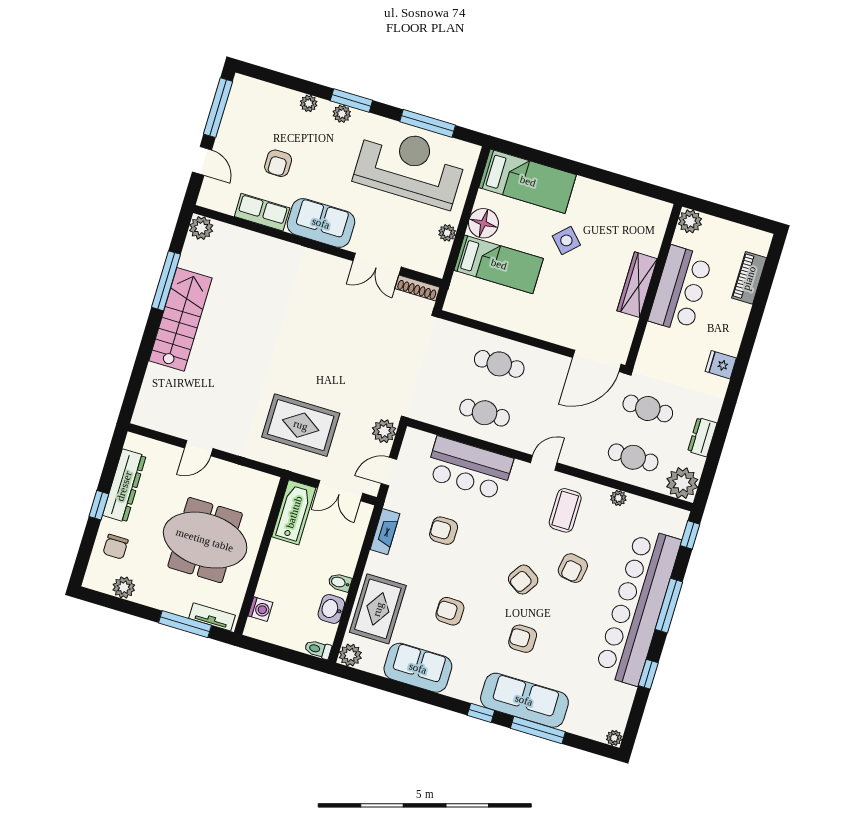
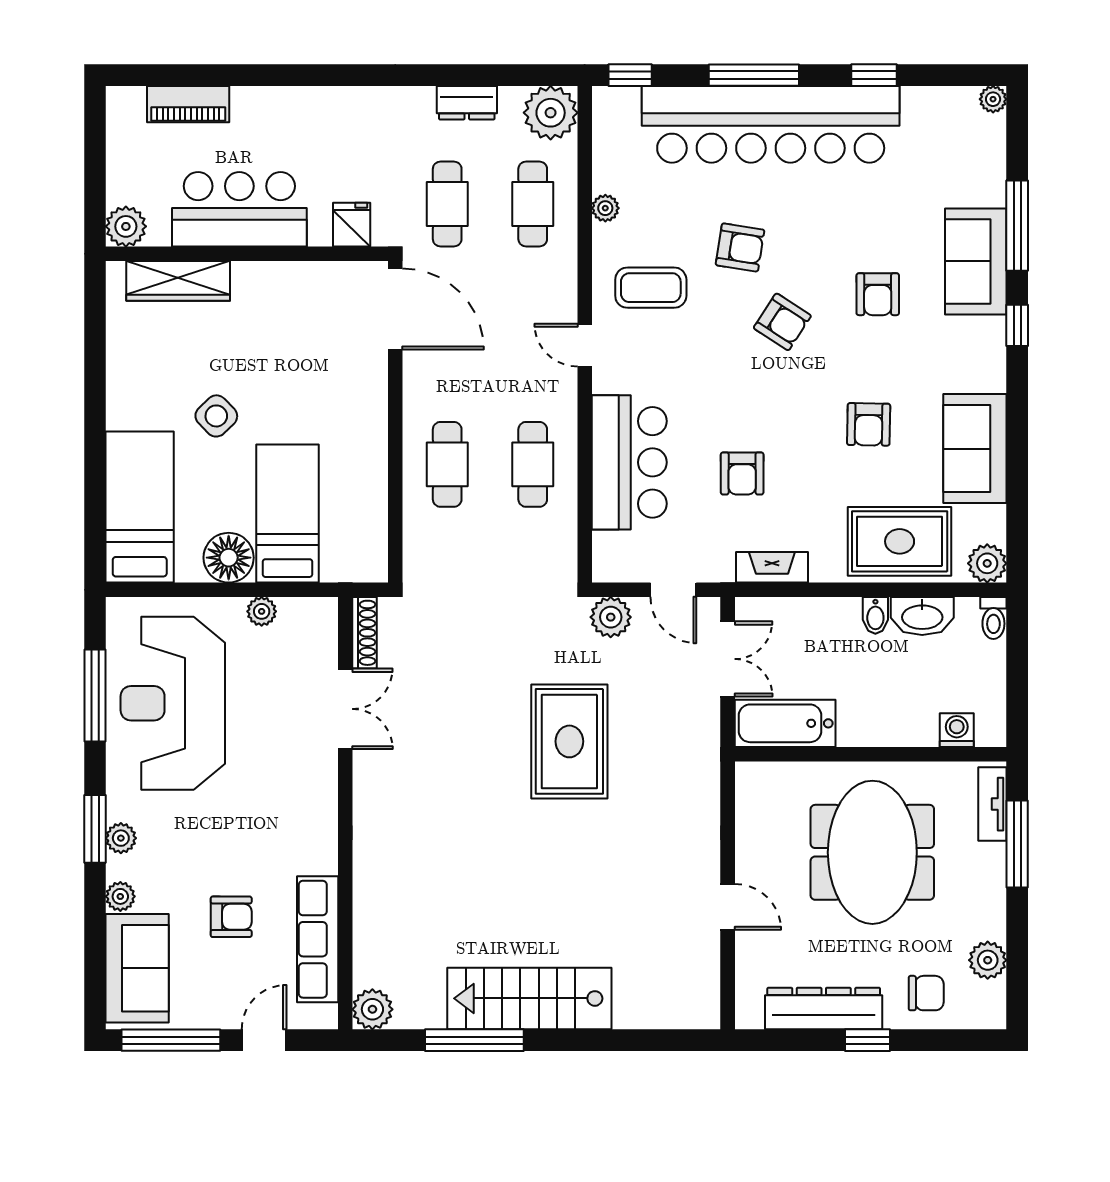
row of seats: (262, 212) -> (318, 939), width x1.48
sofa: (321, 223) -> (137, 968), moved, turned 180
wardrobe: (637, 285) -> (178, 281), moved
fridge: (721, 365) -> (352, 225), moved, turned 180
rug: (301, 425) -> (569, 741), moved
washbasin: (331, 609) -> (922, 616), width x1.38
sofa: (524, 700) -> (976, 261), width x0.73

